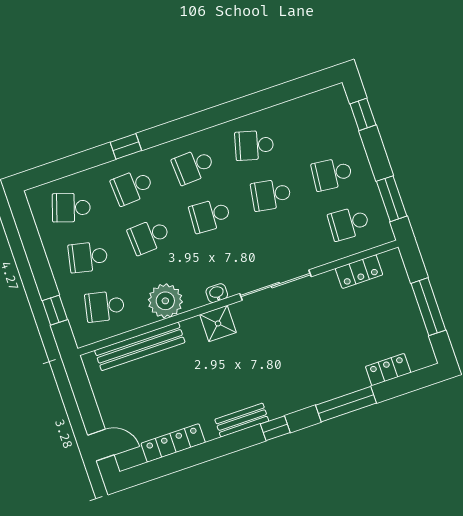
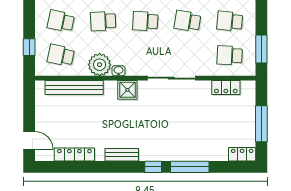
washbasin: (217, 293) -> (118, 71), moved
locker: (388, 370) -> (242, 154), moved
window: (275, 428) -> (153, 167), moved

